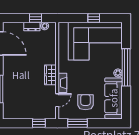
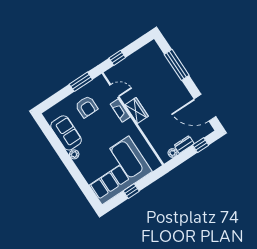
window: (35, 18) -> (201, 145), moved
window: (126, 67) -> (70, 165), removed
sofa: (113, 98) -> (66, 133), width x0.73
door: (57, 100) -> (114, 91), swing flipped

